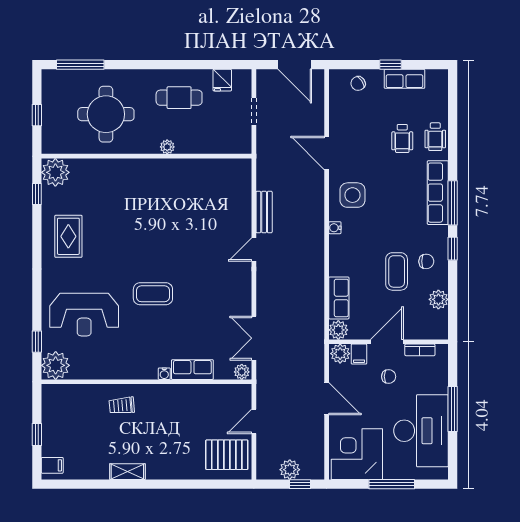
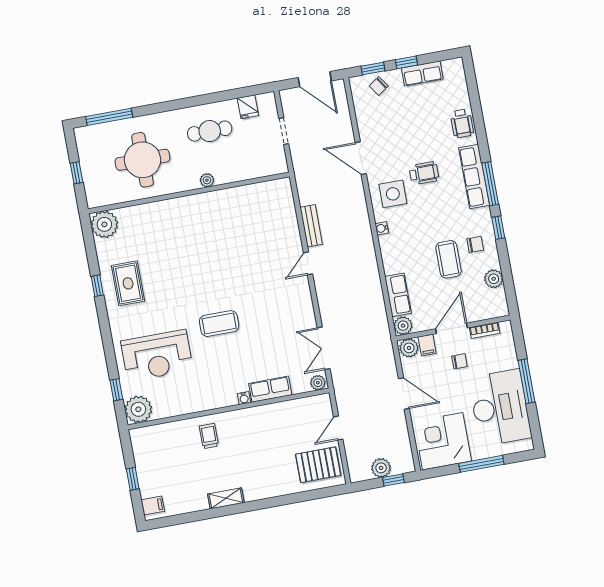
window: (356, 65) -> (373, 68), added
wheelchair: (402, 139) -> (424, 173), moved, turned -90
window: (37, 194) -> (97, 286), moved
trolley: (122, 406) -> (209, 436), turned 95

